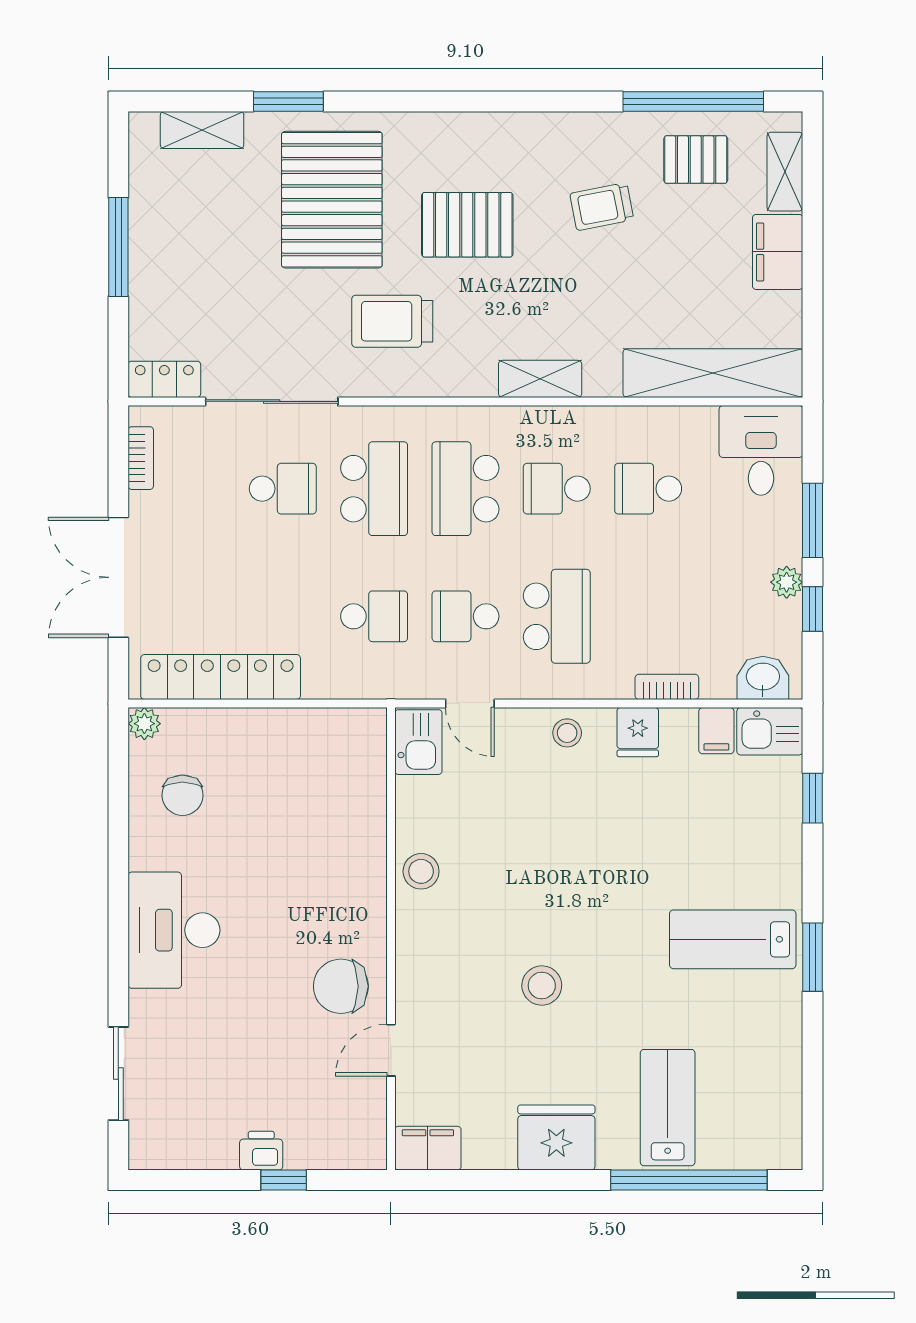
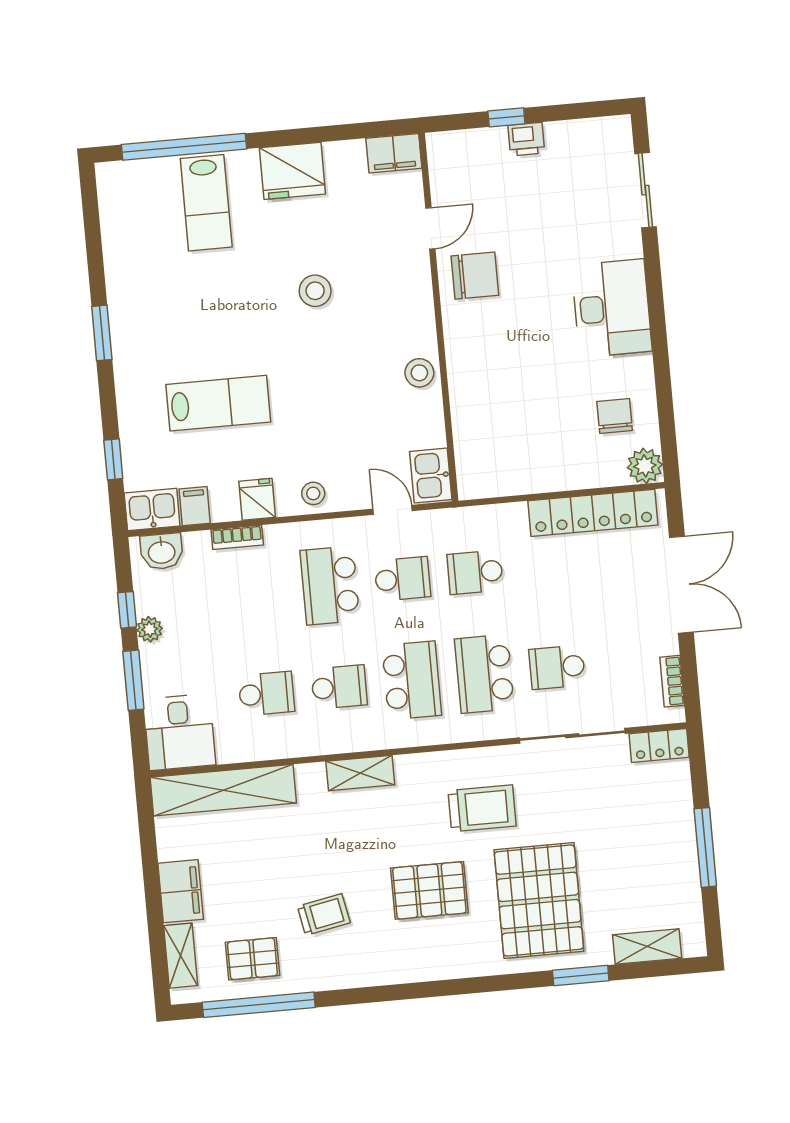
plant: (144, 724) -> (645, 466), width x1.38, depth x1.38
lab bench: (733, 939) -> (218, 403), moved

